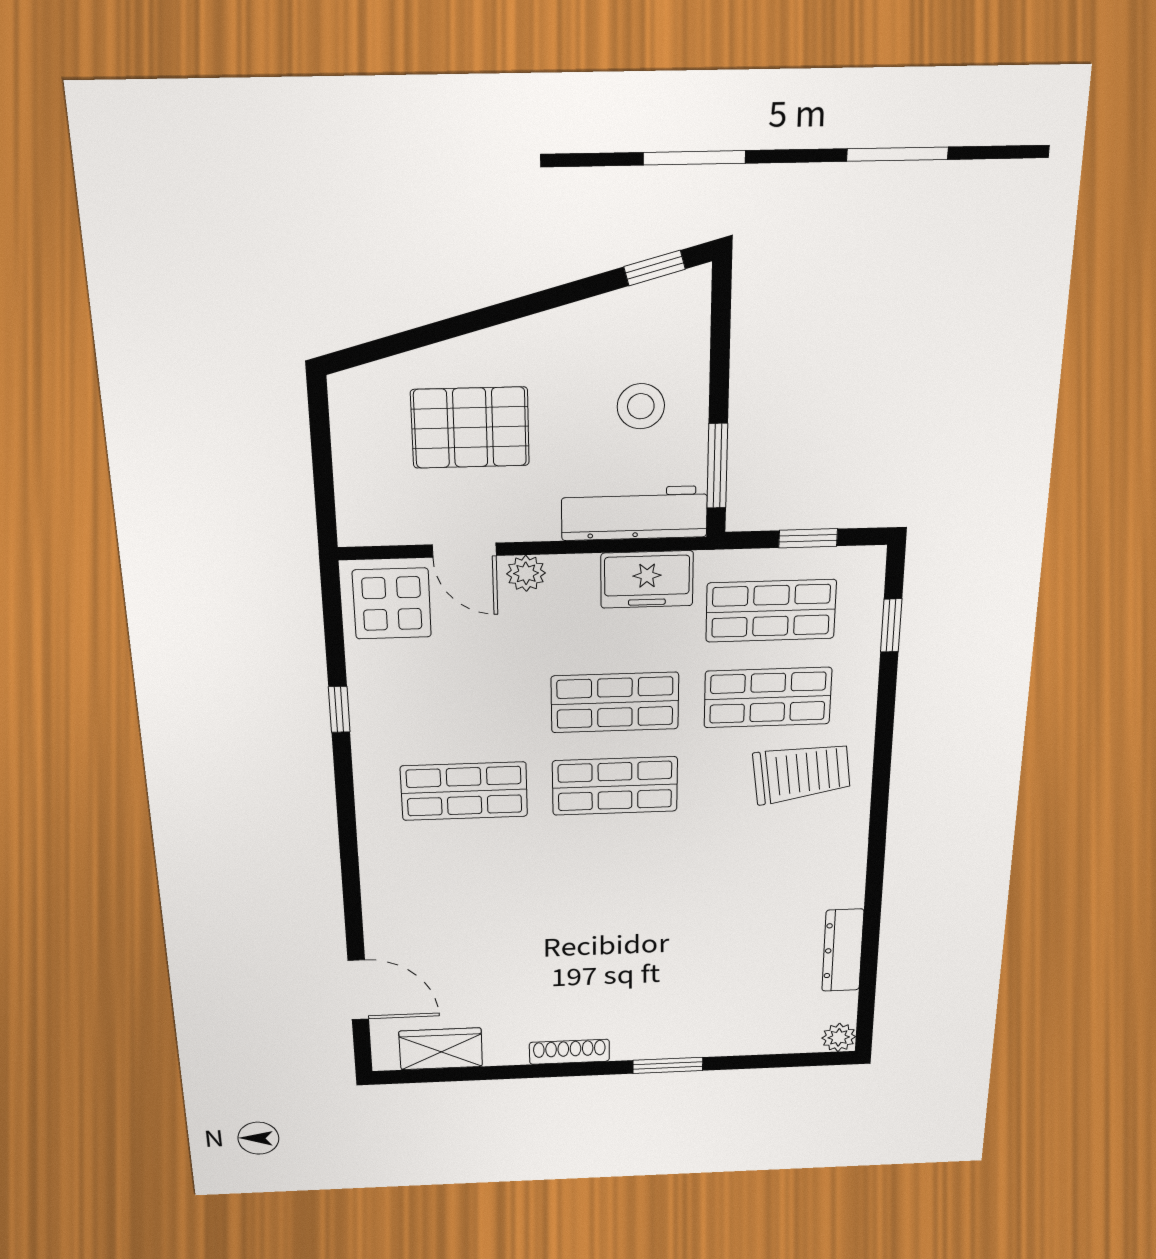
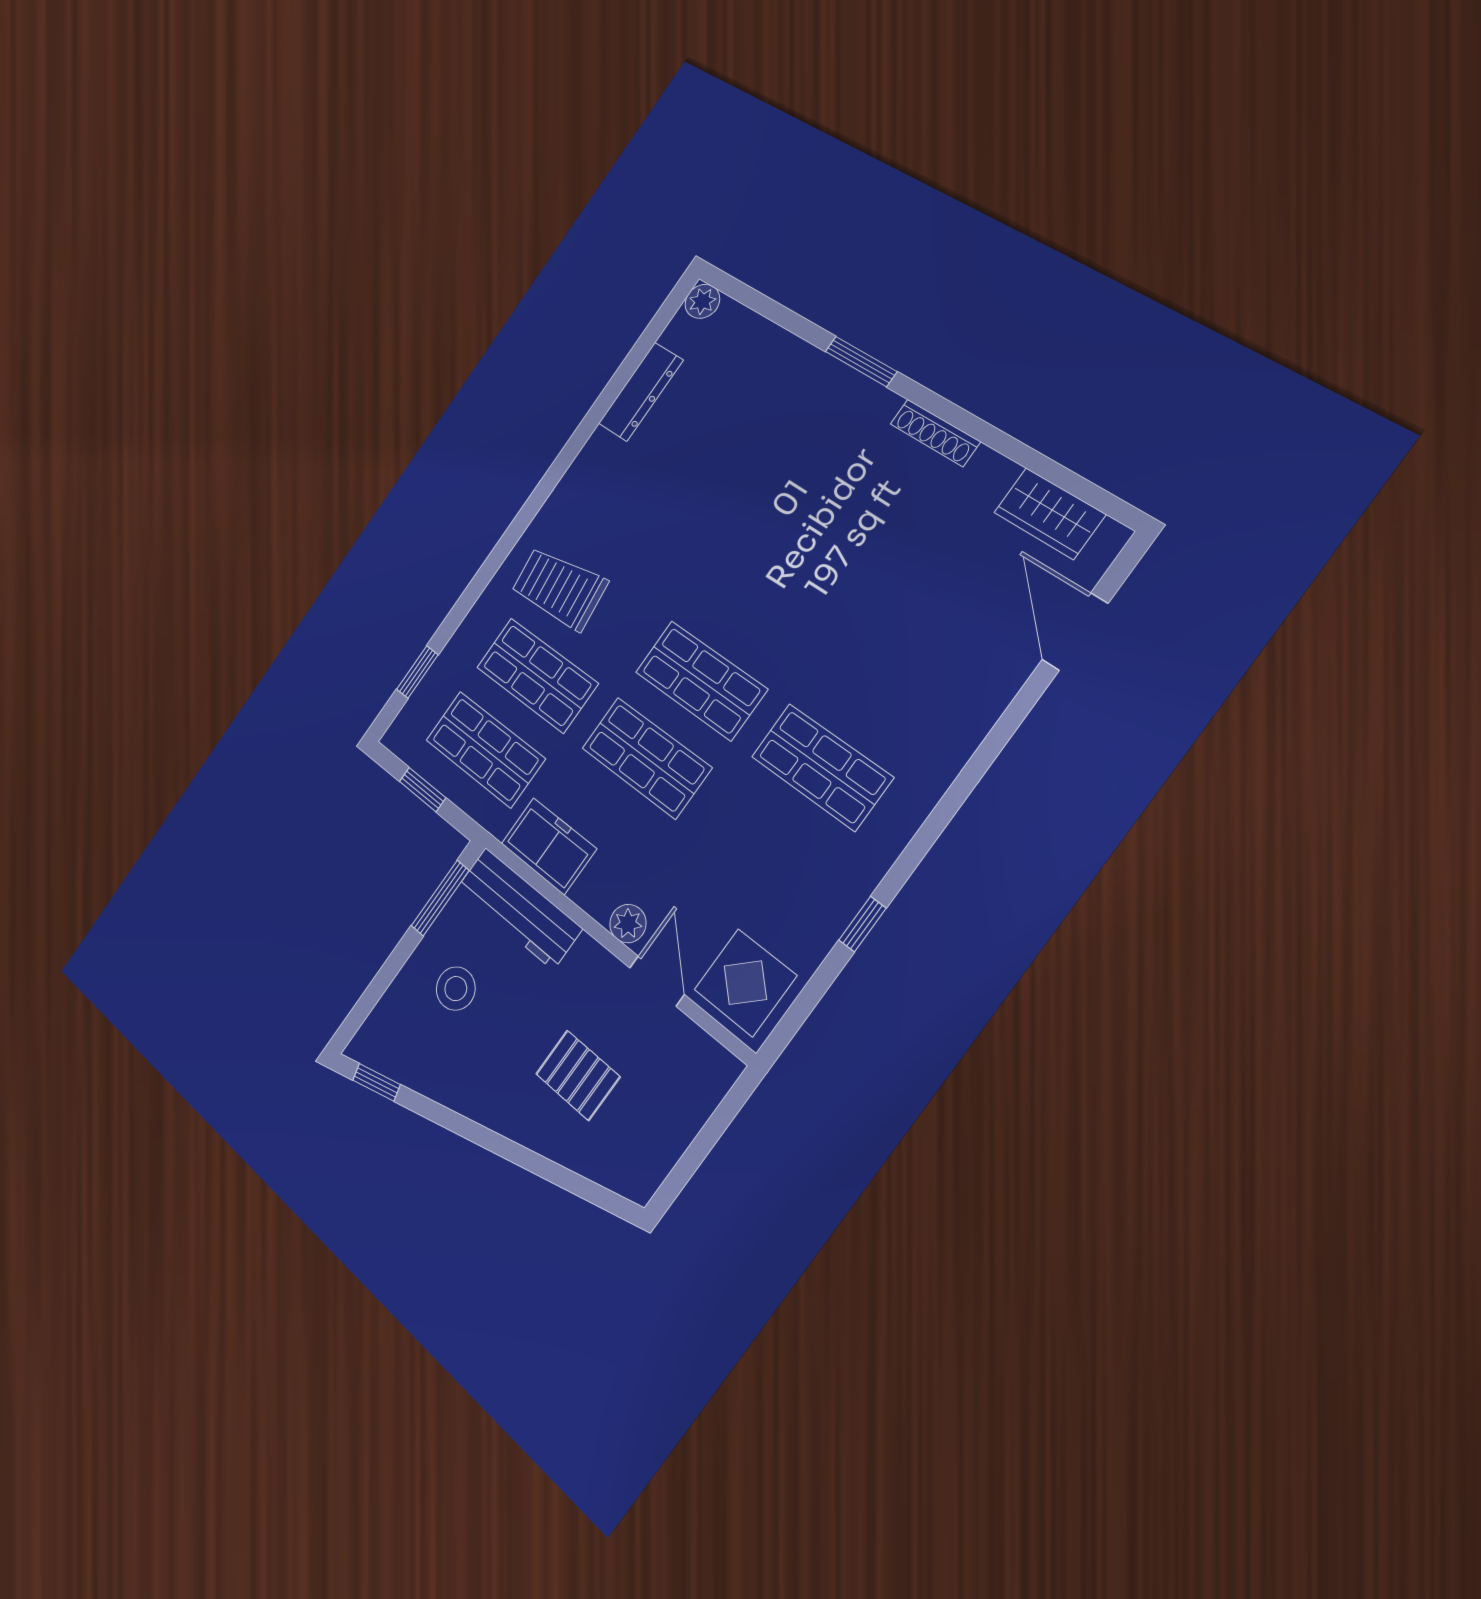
pallet: (470, 428) -> (578, 1075), width x0.67, depth x0.71

